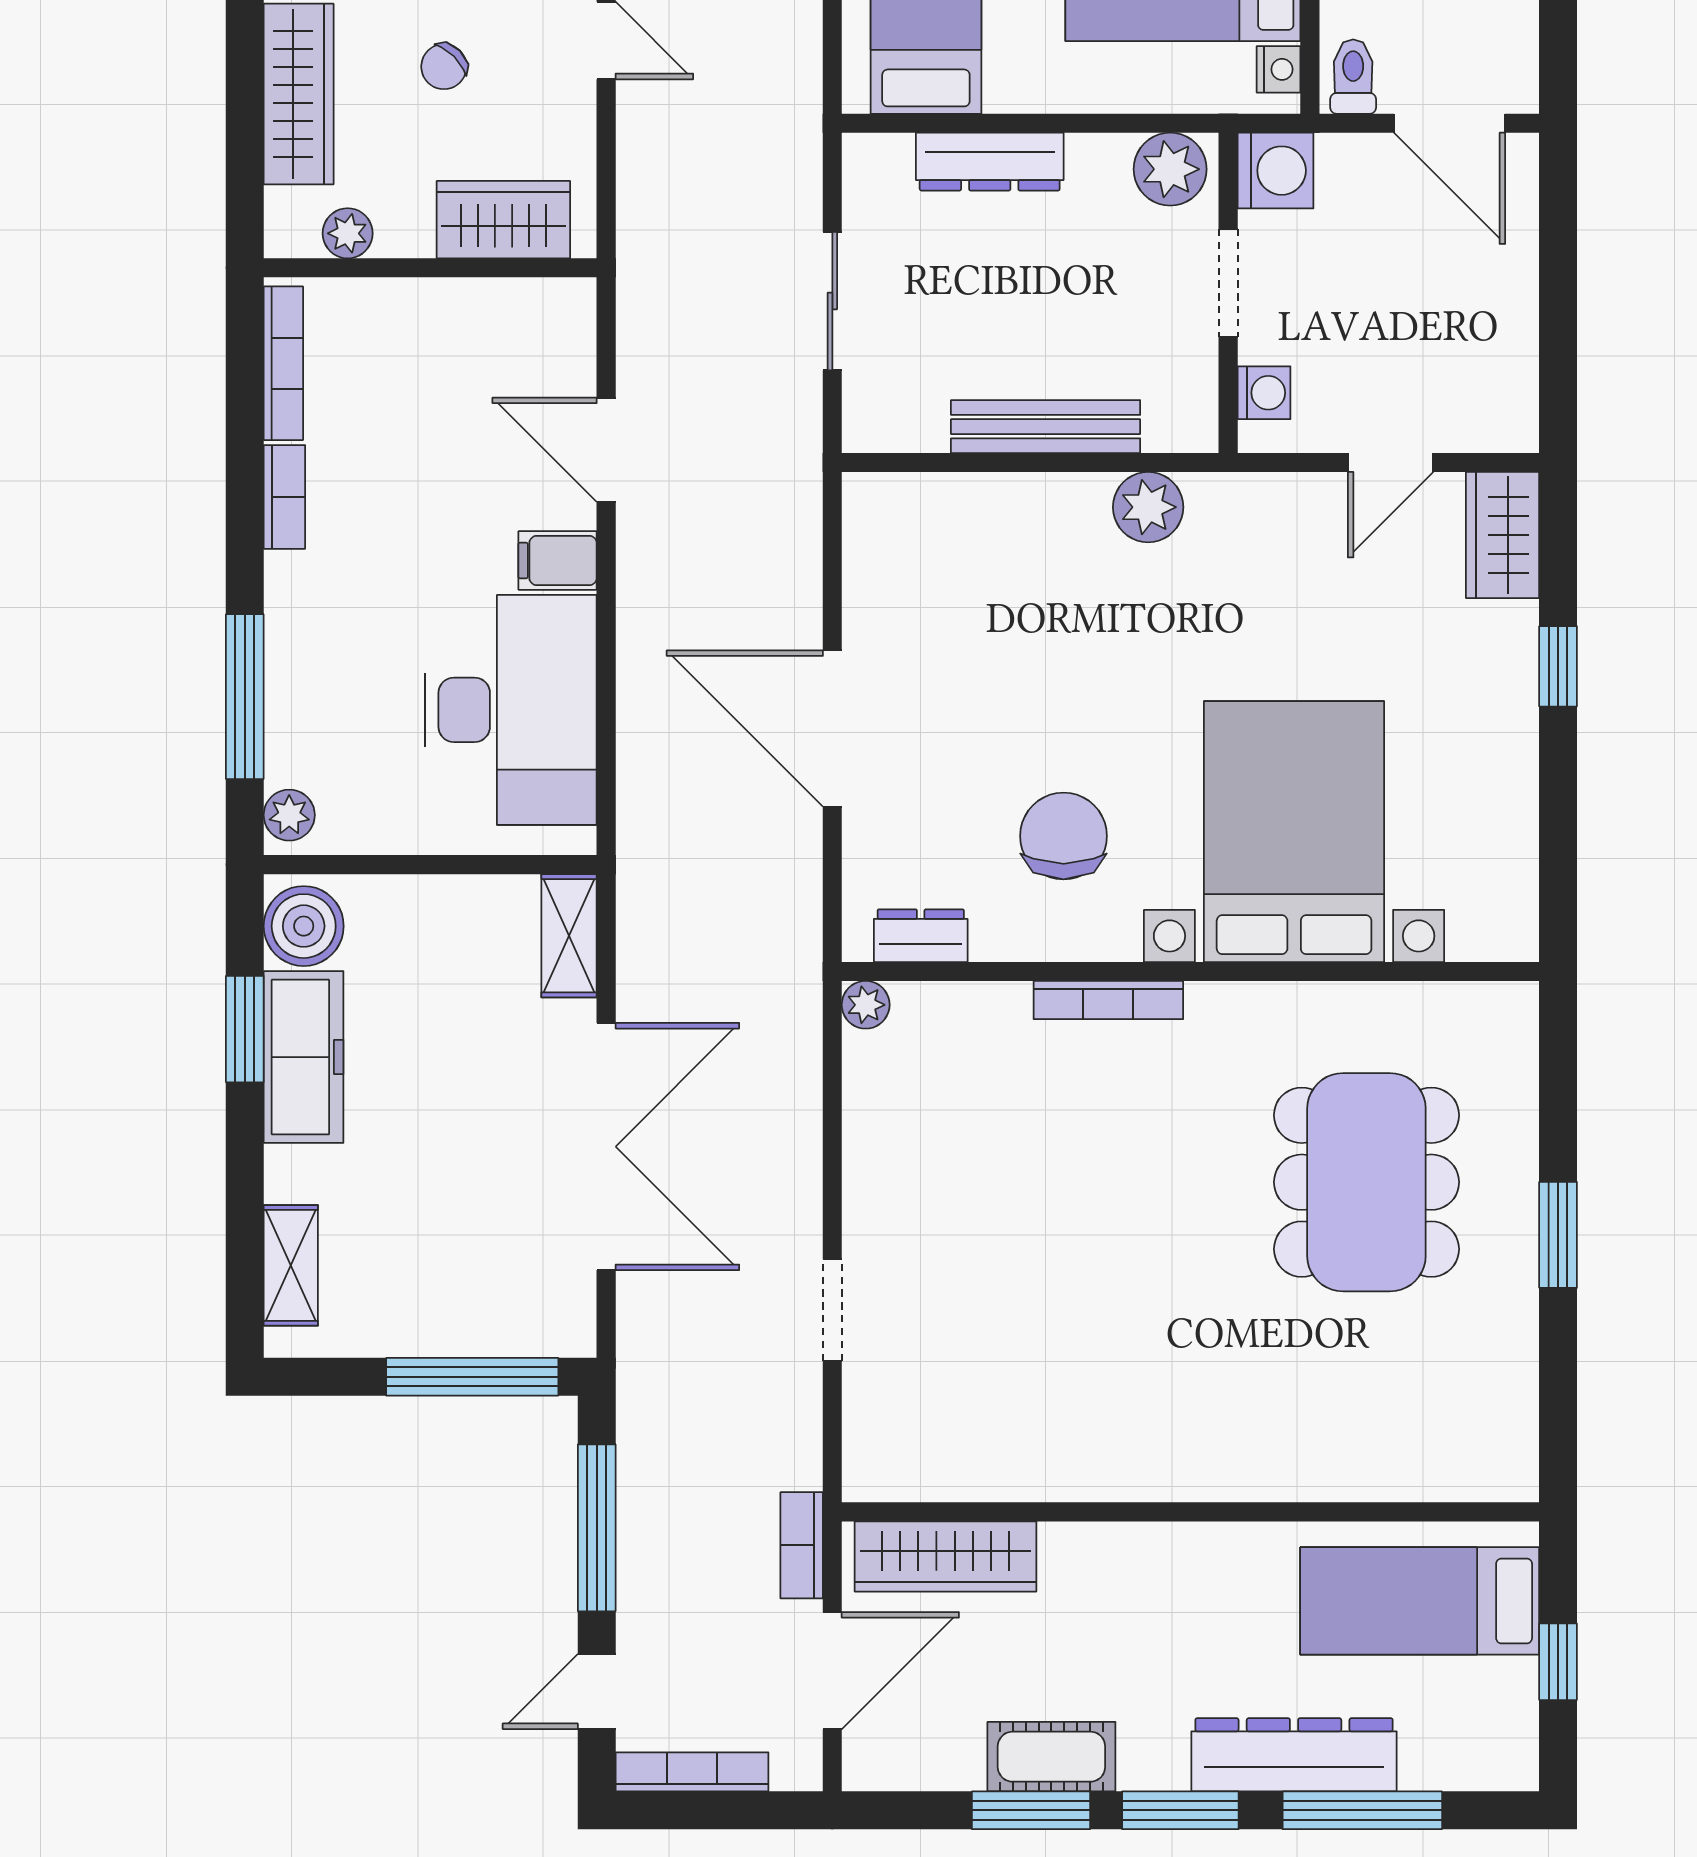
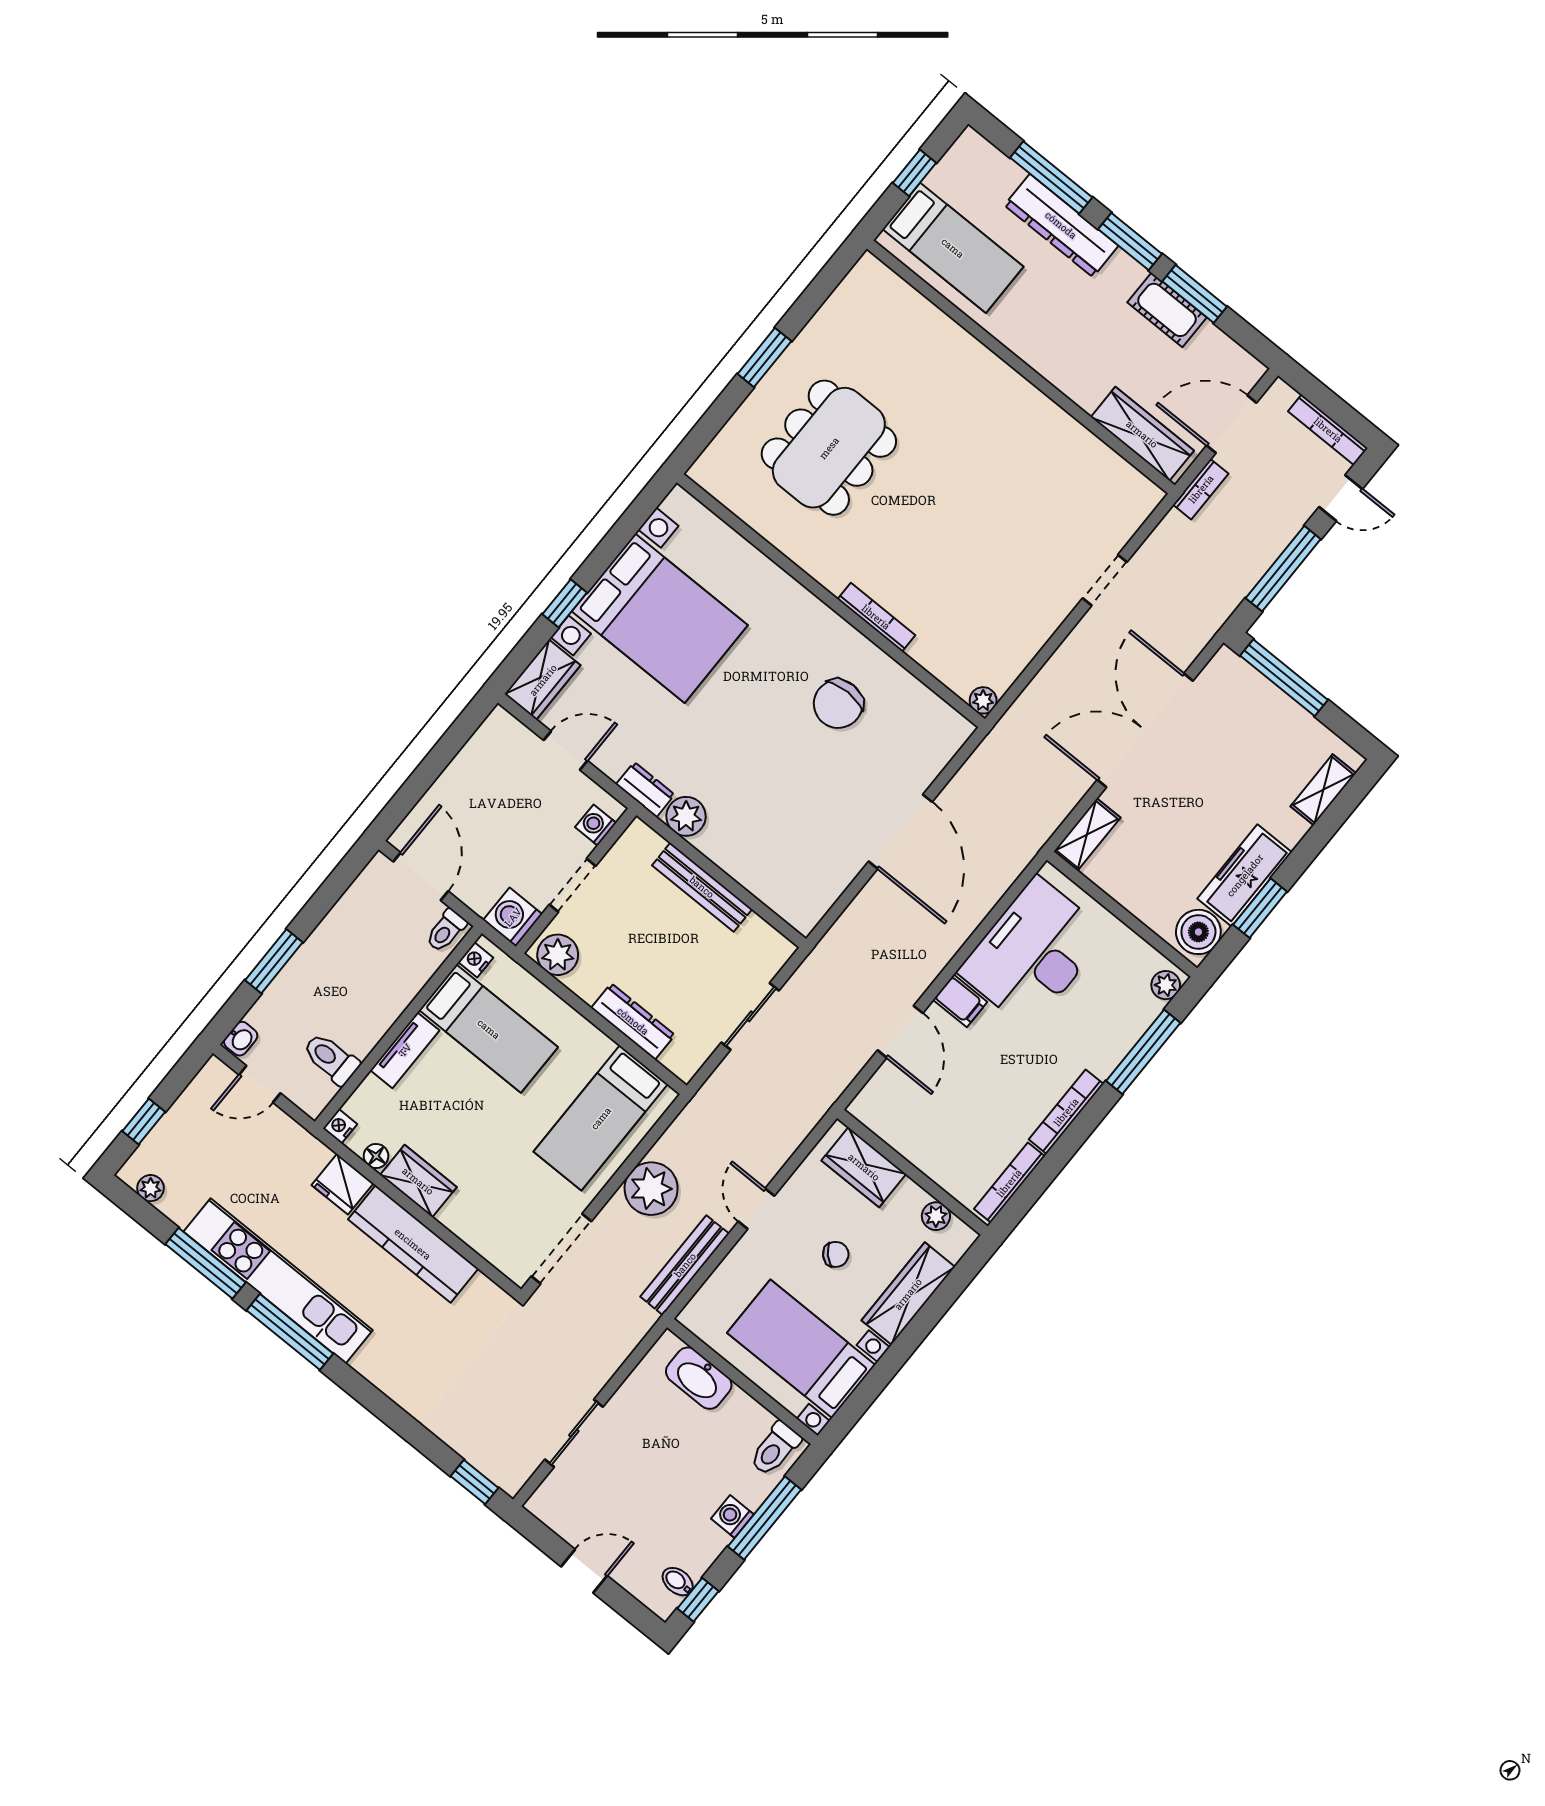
bookcase: (284, 497) -> (1066, 1112), width x1.56
bed with nightstands: (1294, 832) -> (660, 618), moved, turned -90
dresser: (921, 936) -> (645, 790), moved, turned 180

